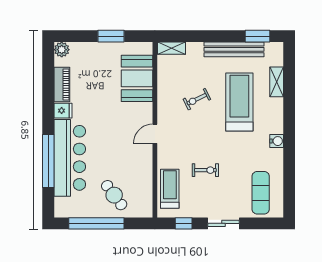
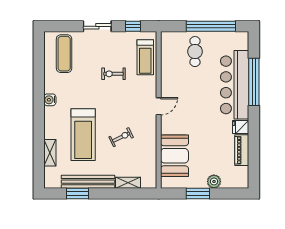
window: (257, 36) -> (78, 193), moved
shelving: (172, 48) -> (128, 183), moved
plant: (62, 50) -> (214, 181), moved
cafe table: (114, 195) -> (195, 52), turned 37

